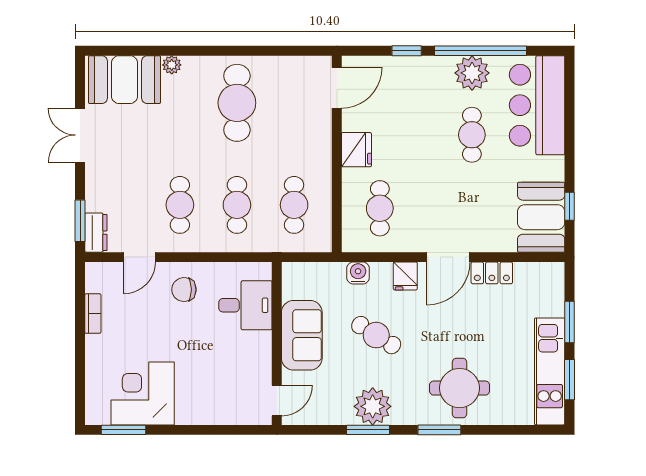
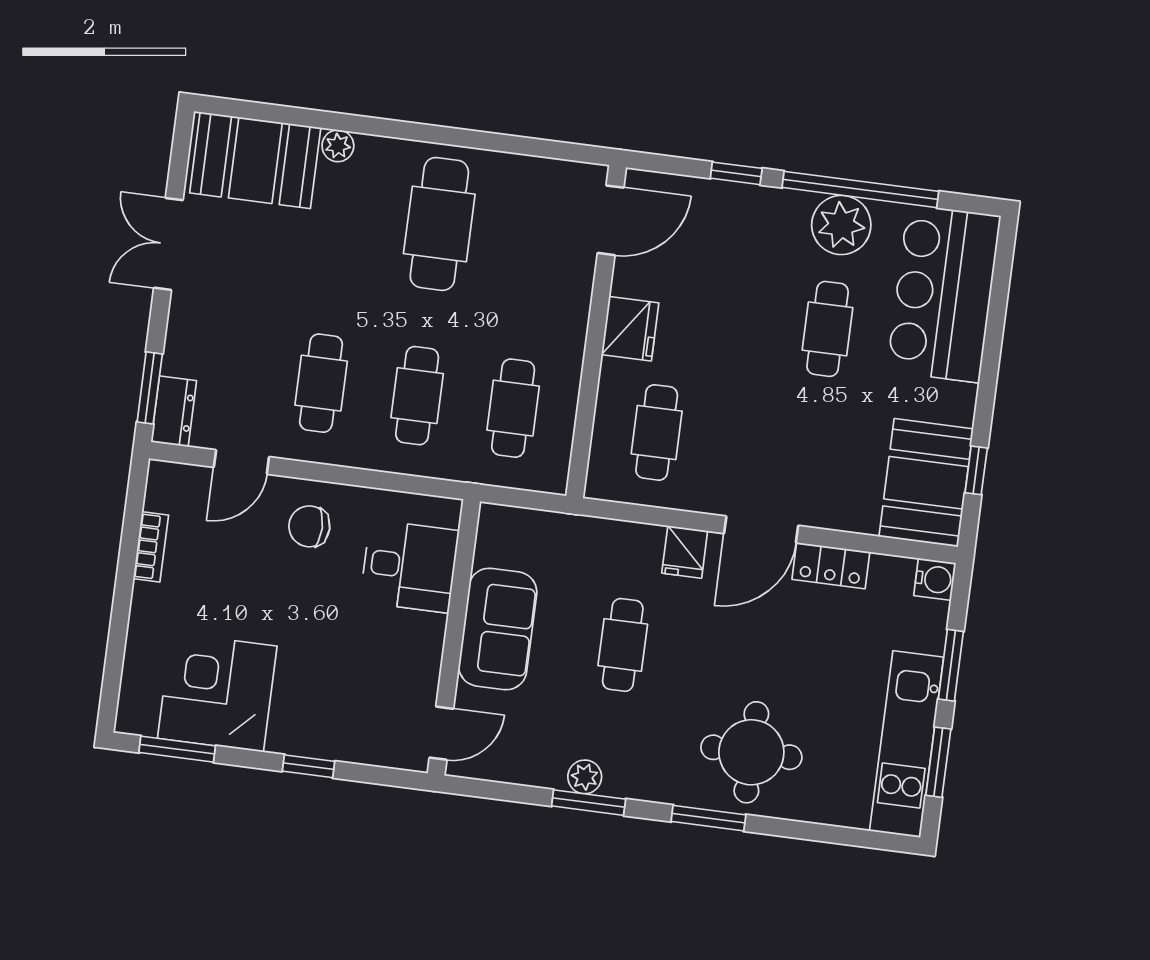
water cooler: (358, 273) -> (935, 579), moved, turned 90
cafe table: (376, 335) -> (623, 645), turned 58
plant: (373, 406) -> (585, 777), width x0.53, depth x0.53
window: (202, 430) -> (308, 766), added

